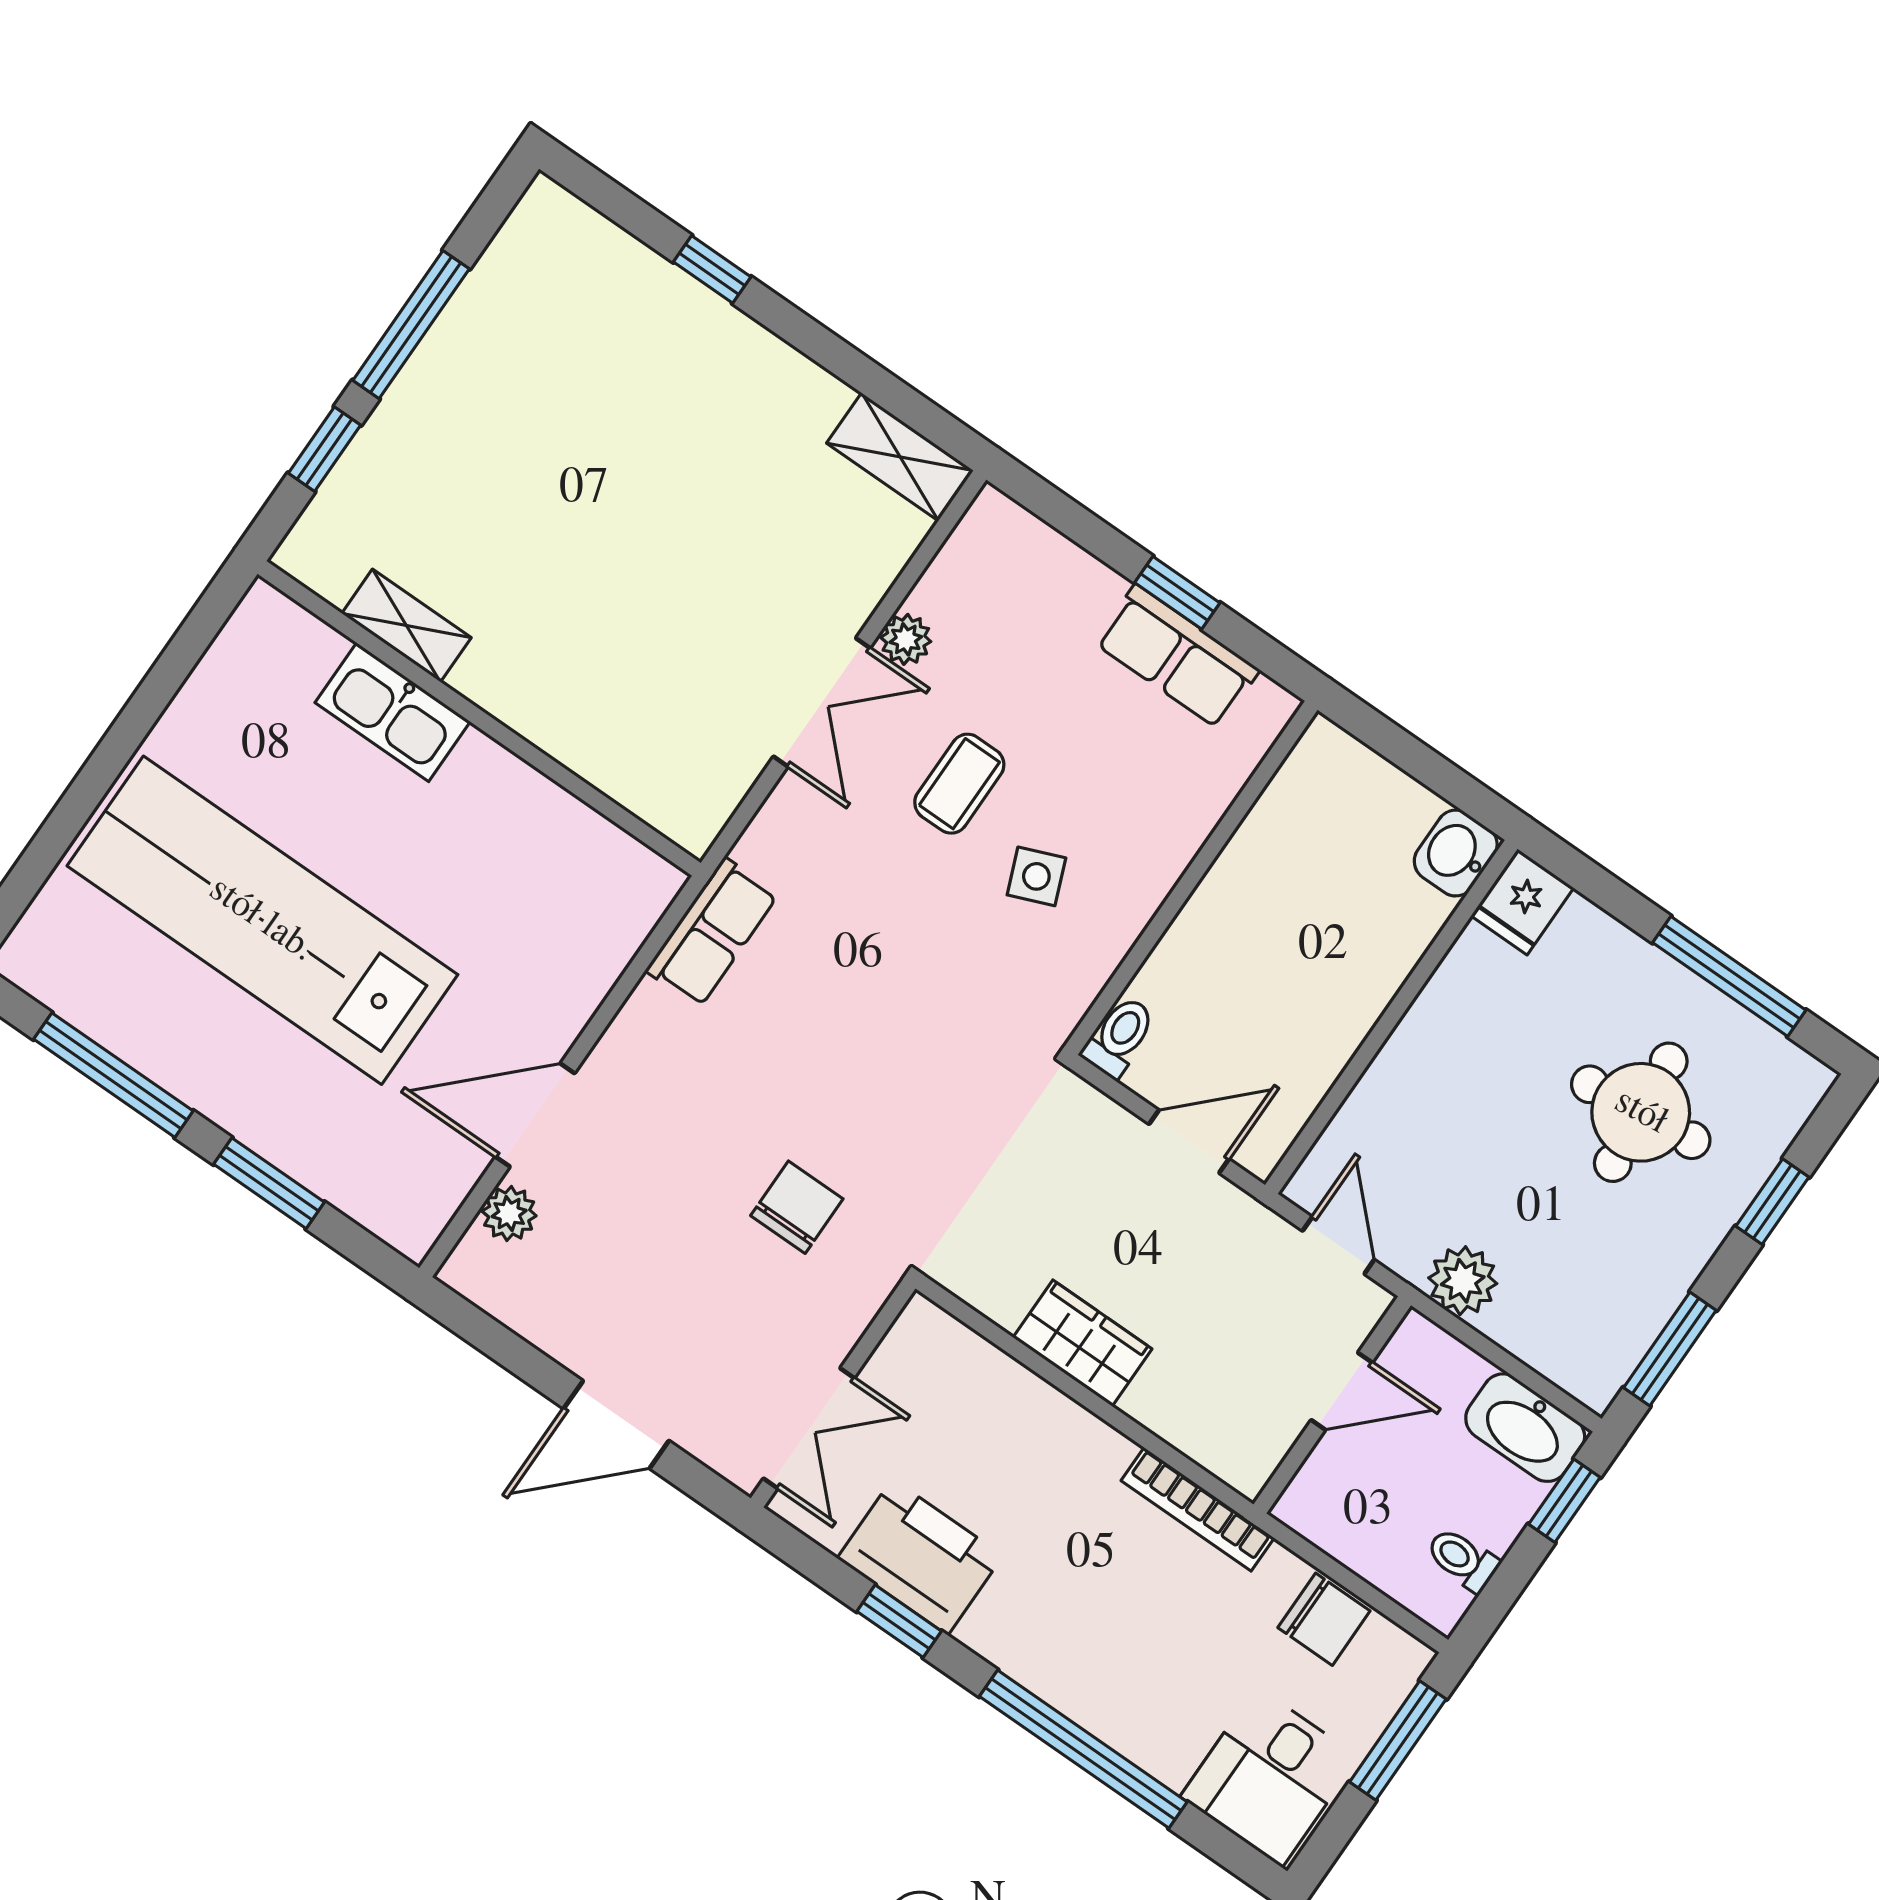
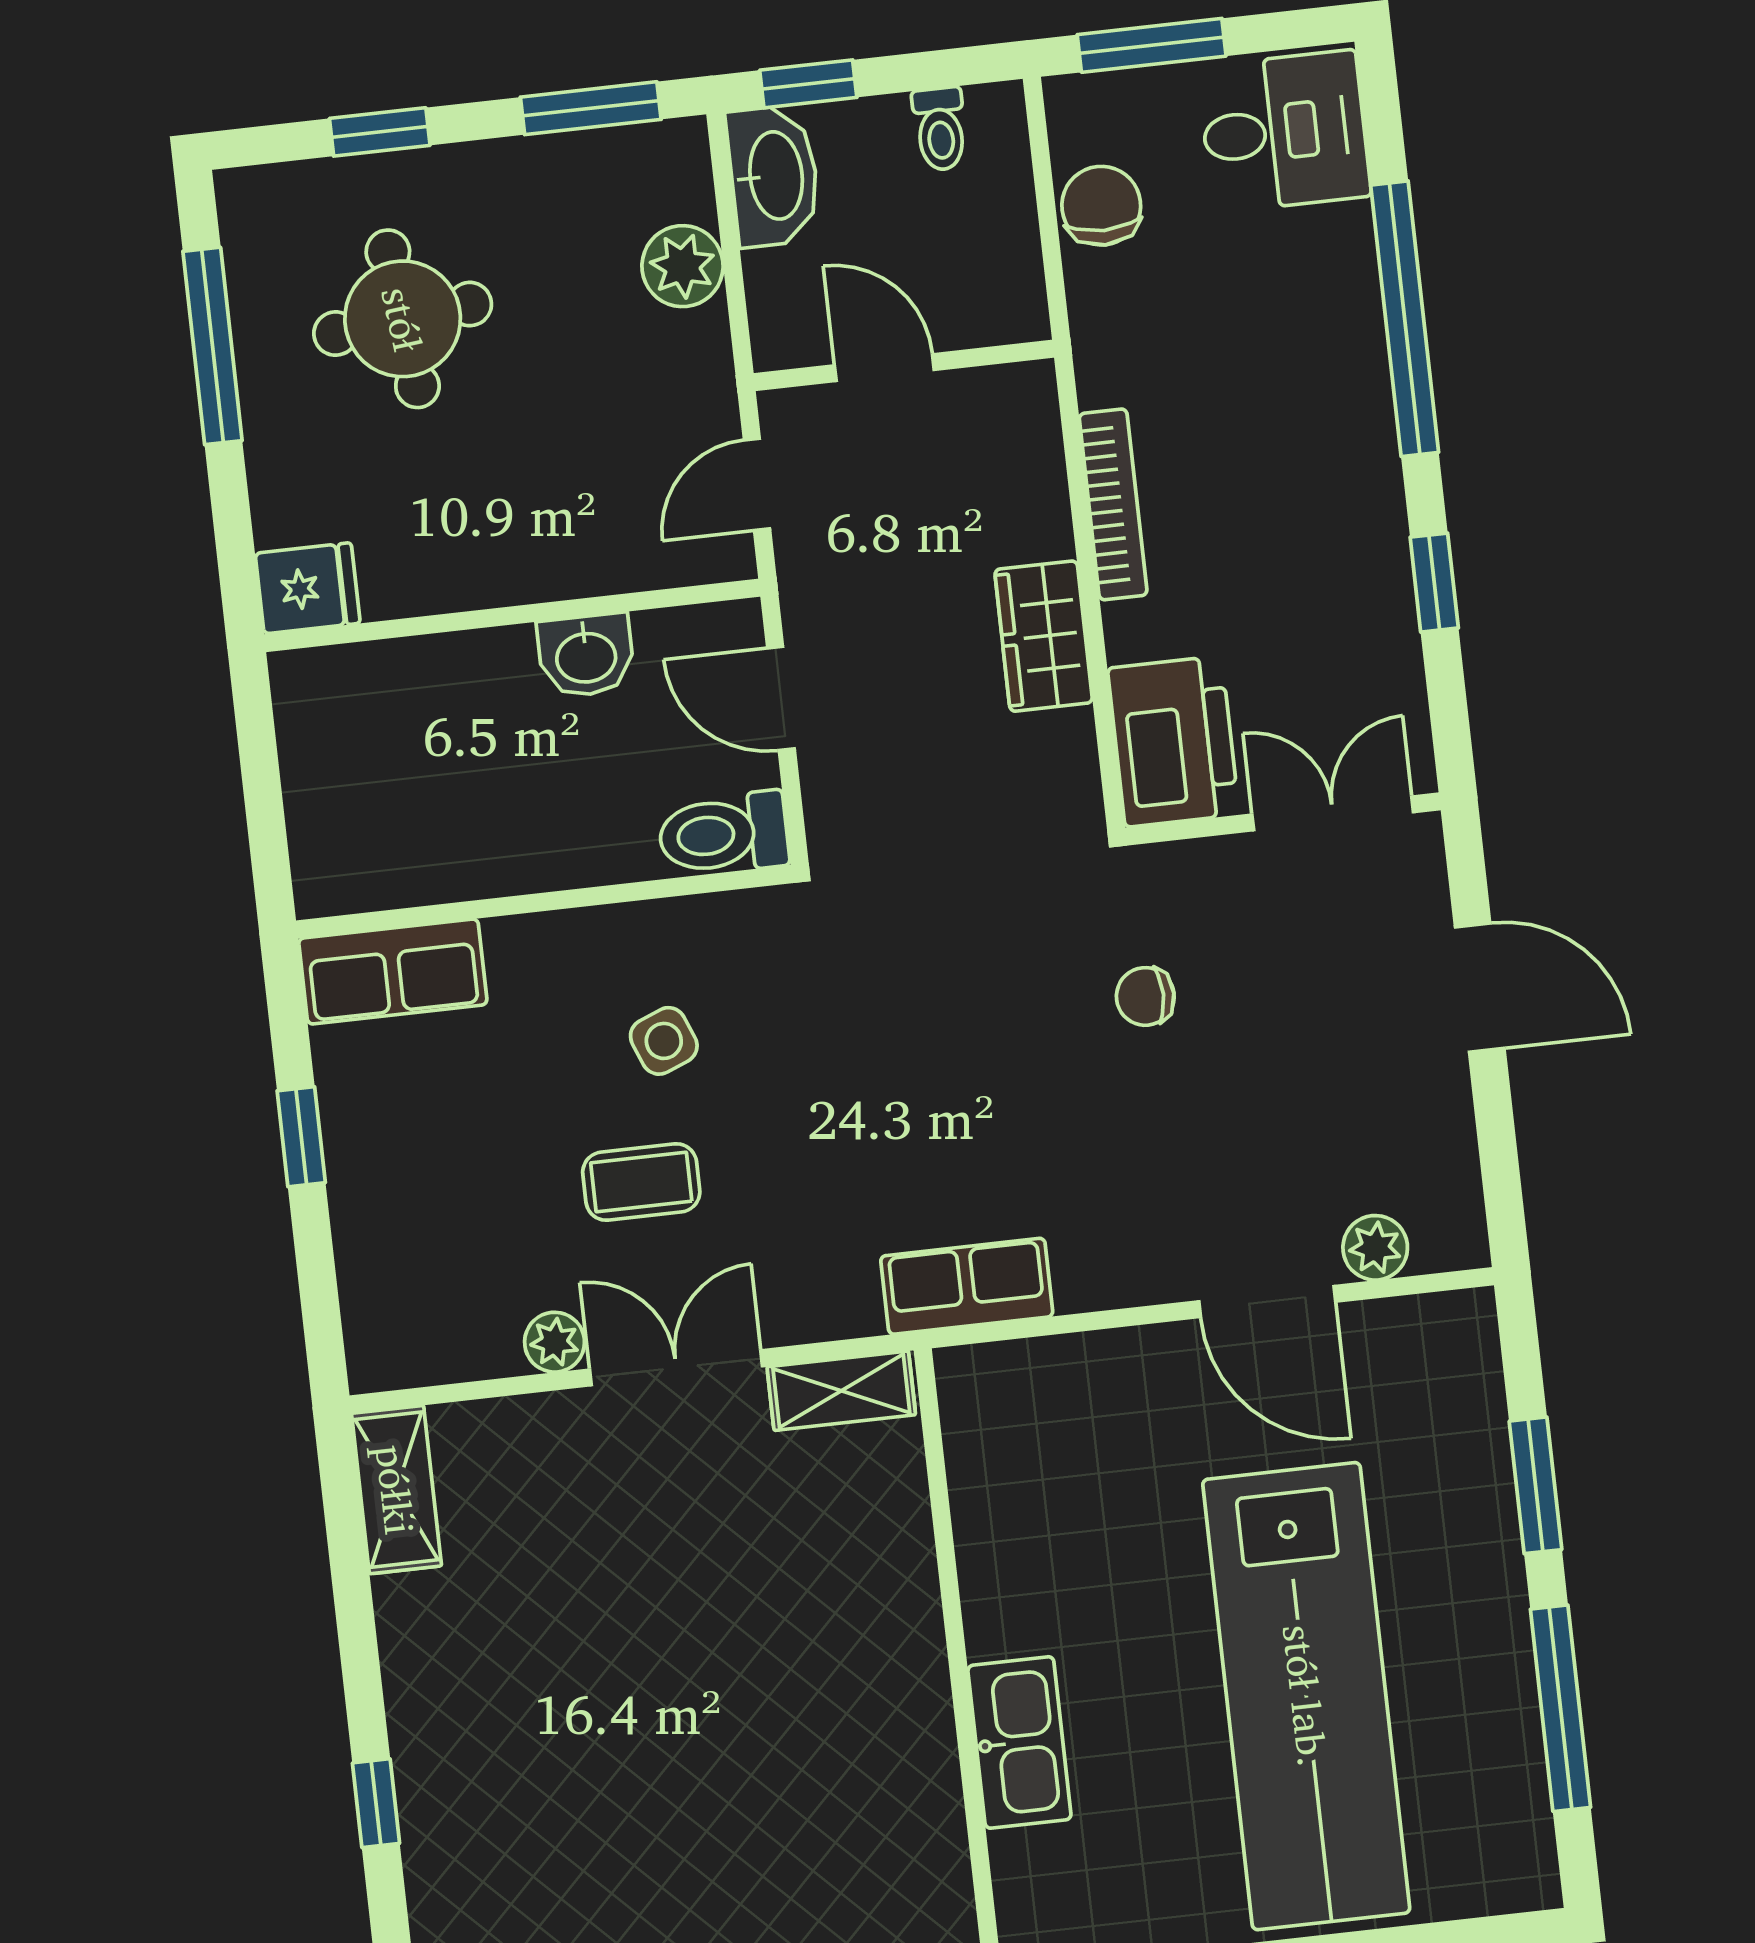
shelving: (406, 626) -> (841, 1391), moved, turned 90
row of seats: (1177, 656) -> (393, 971), moved, turned 90
washbasin: (1456, 853) -> (586, 655), moved
toilet: (1119, 1037) -> (723, 834), width x1.37, depth x1.39
chair: (797, 1207) -> (1145, 996), width x0.73, depth x0.73
plant: (1463, 1281) -> (683, 266), moved
bookcase: (1198, 1509) -> (1113, 504), moved
printer: (920, 1557) -> (1173, 741), moved, turned 180

